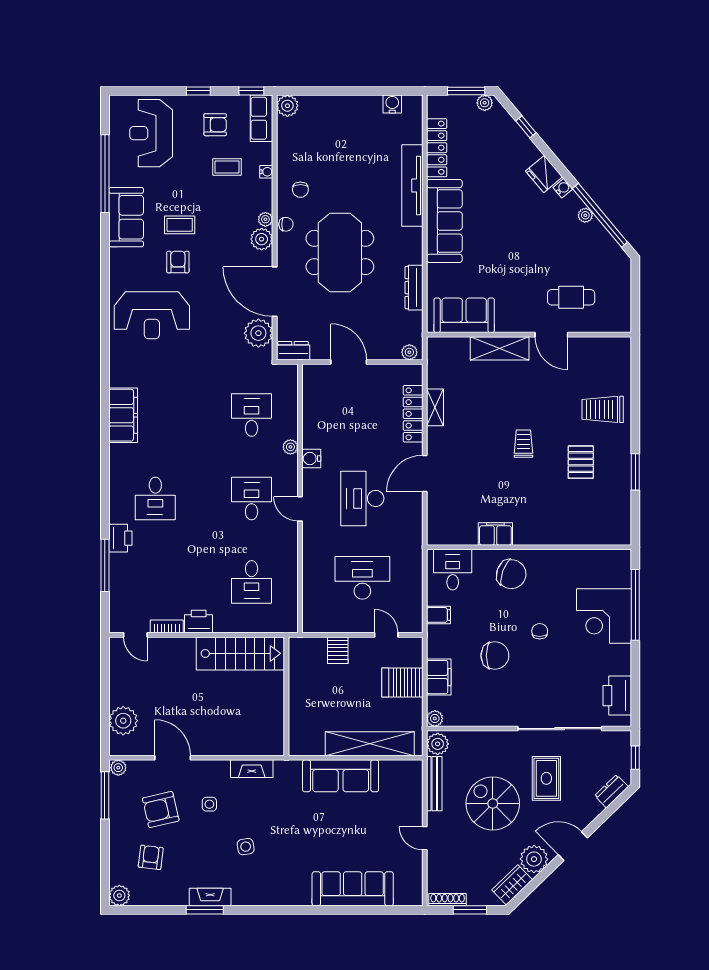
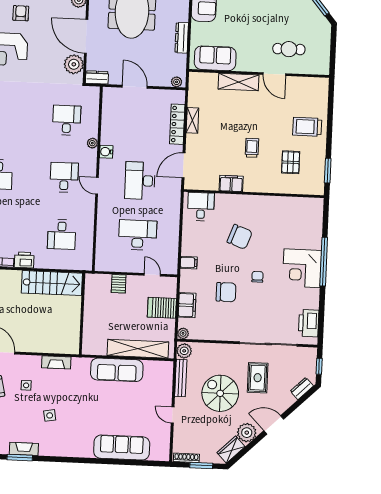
filing cabinet: (495, 534) -> (231, 183), moved
wall: (529, 547) -> (254, 194), moved
desk: (453, 570) -> (201, 207), moved

